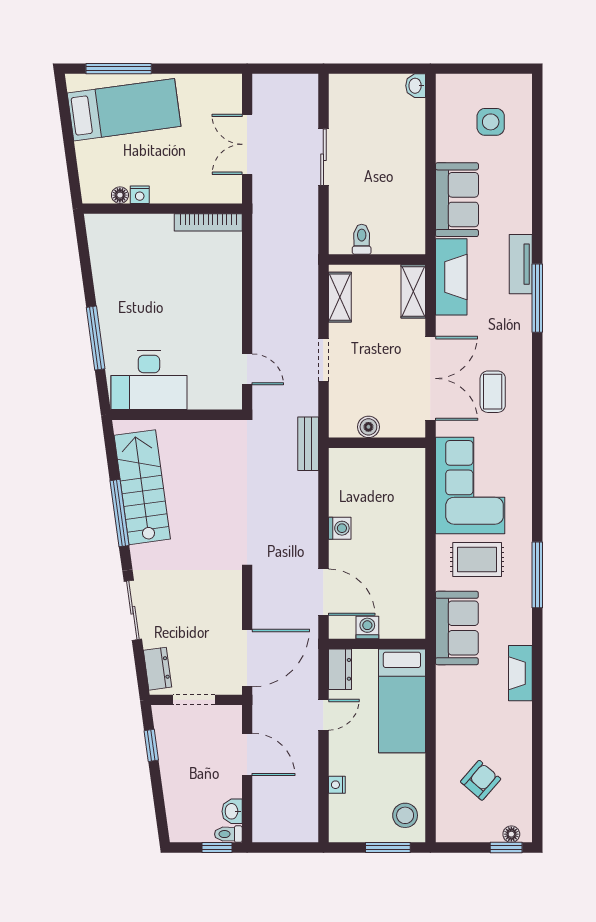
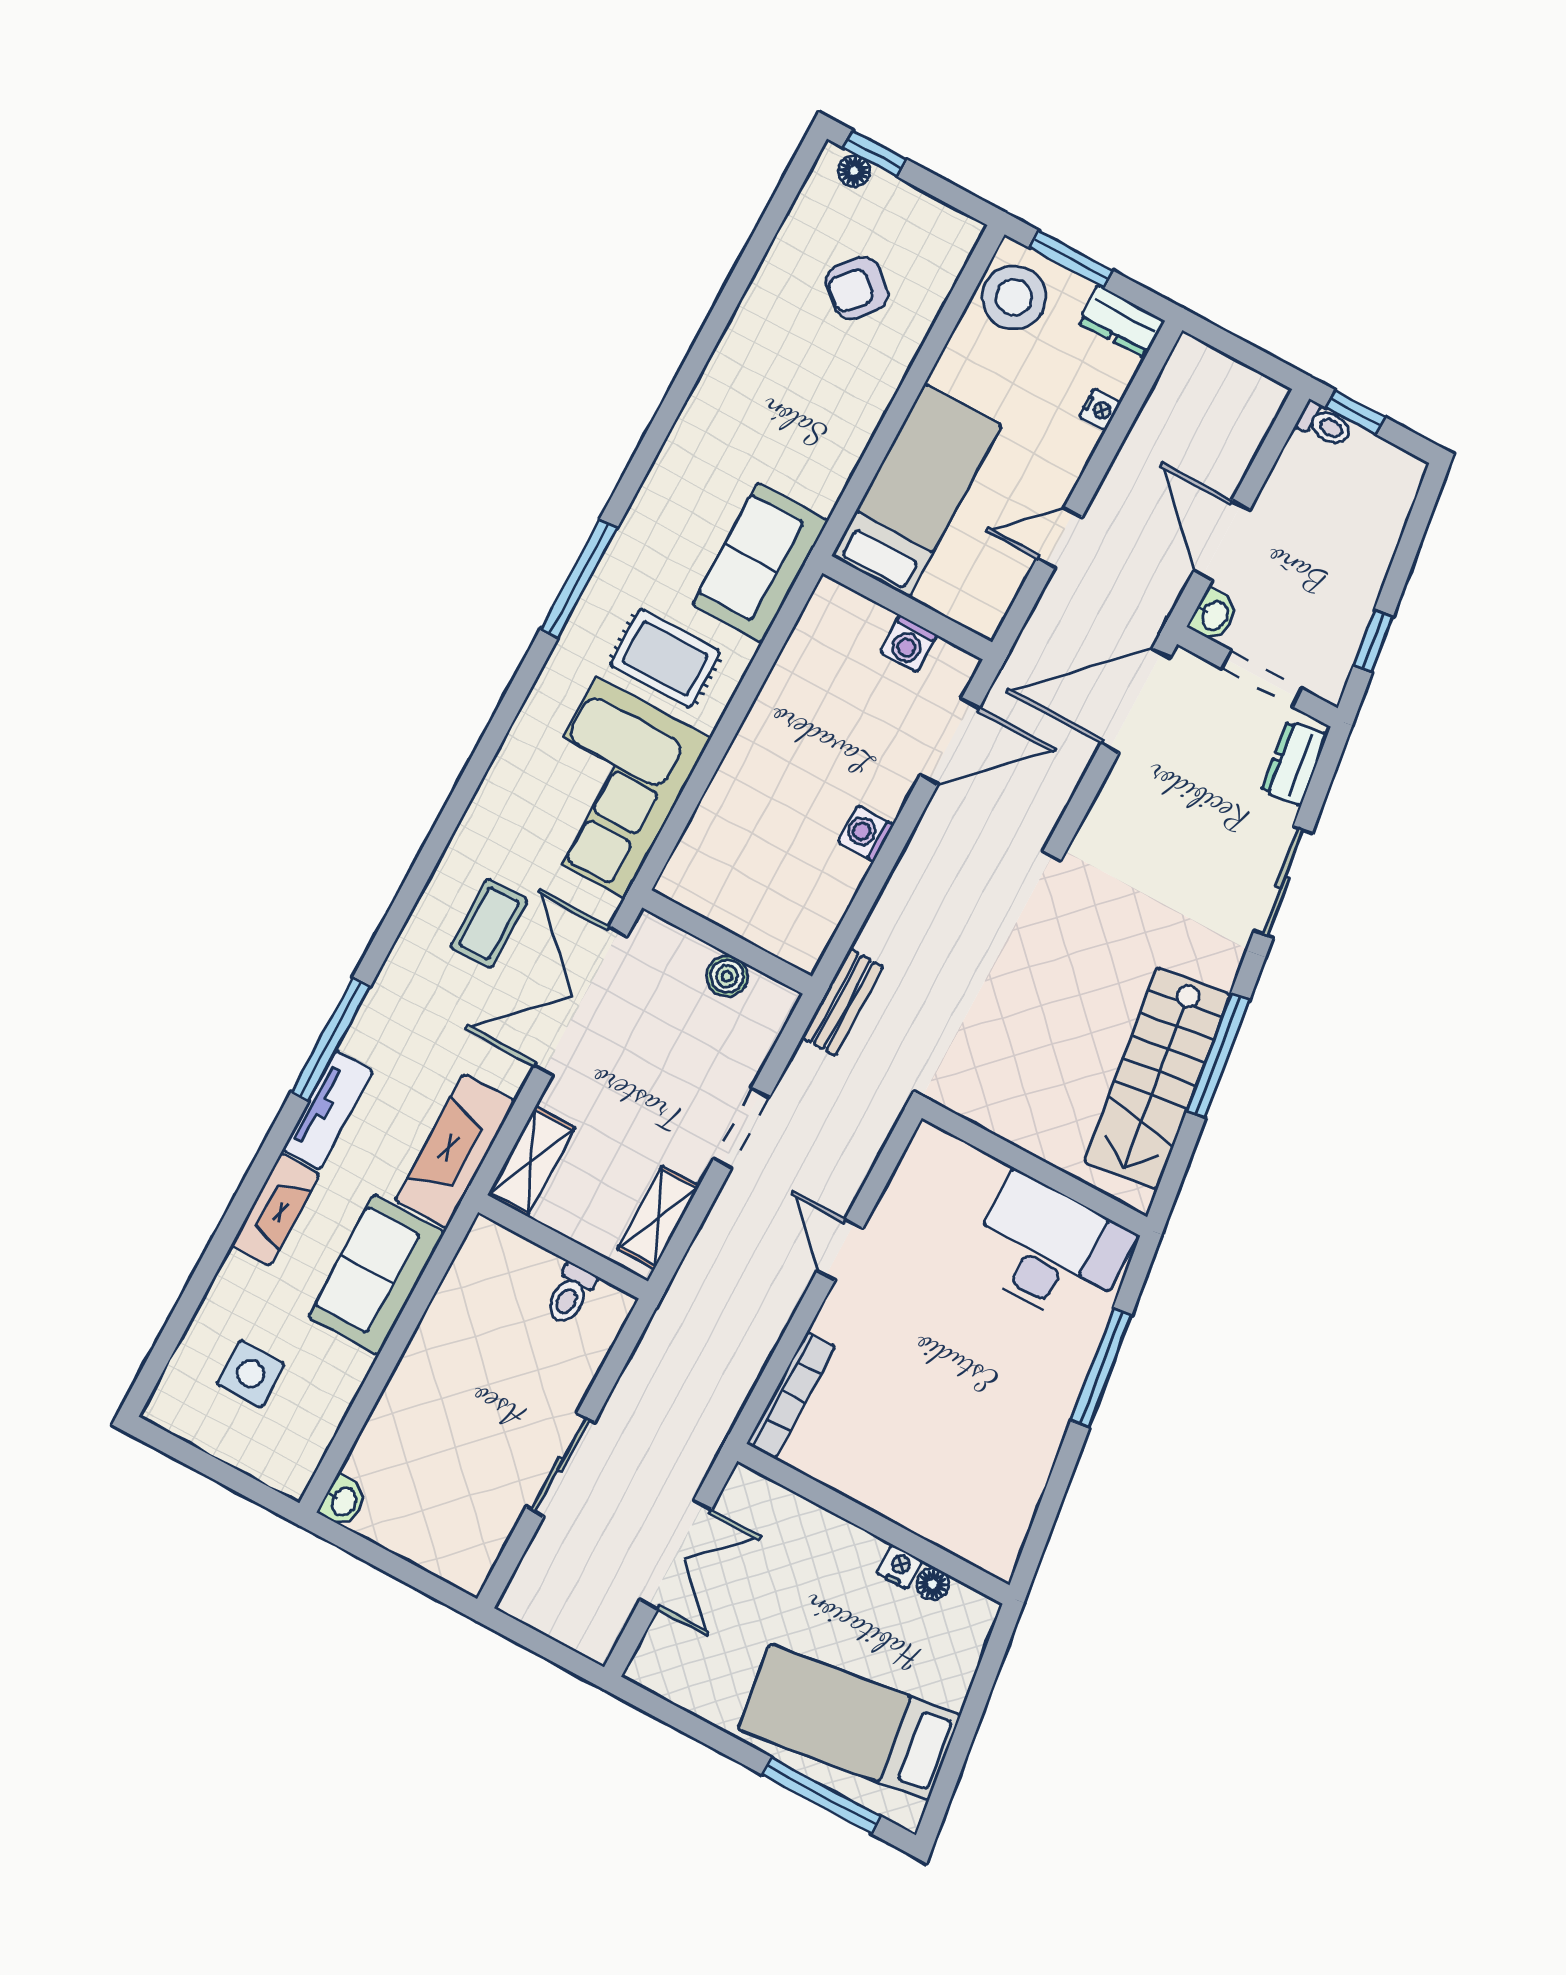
bookcase: (208, 222) -> (791, 1395), moved, turned 90
door: (247, 369) -> (840, 1250), moved
door: (323, 592) -> (950, 742), swing flipped
dresser: (340, 669) -> (1121, 322), moved, turned -90
fireplace: (520, 673) -> (275, 1210), moved
washbasin: (232, 811) -> (1214, 615), moved
stool: (405, 815) -> (1014, 297), width x1.38, depth x1.38

